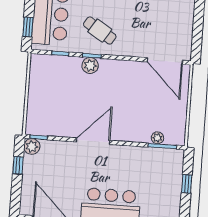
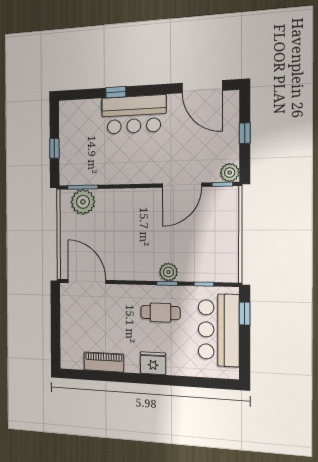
cafe table: (100, 31) -> (160, 313), turned -32
plant: (157, 138) -> (83, 202), width x1.88, depth x1.88
door: (93, 141) -> (182, 185), moved
window: (18, 165) -> (245, 133), moved

